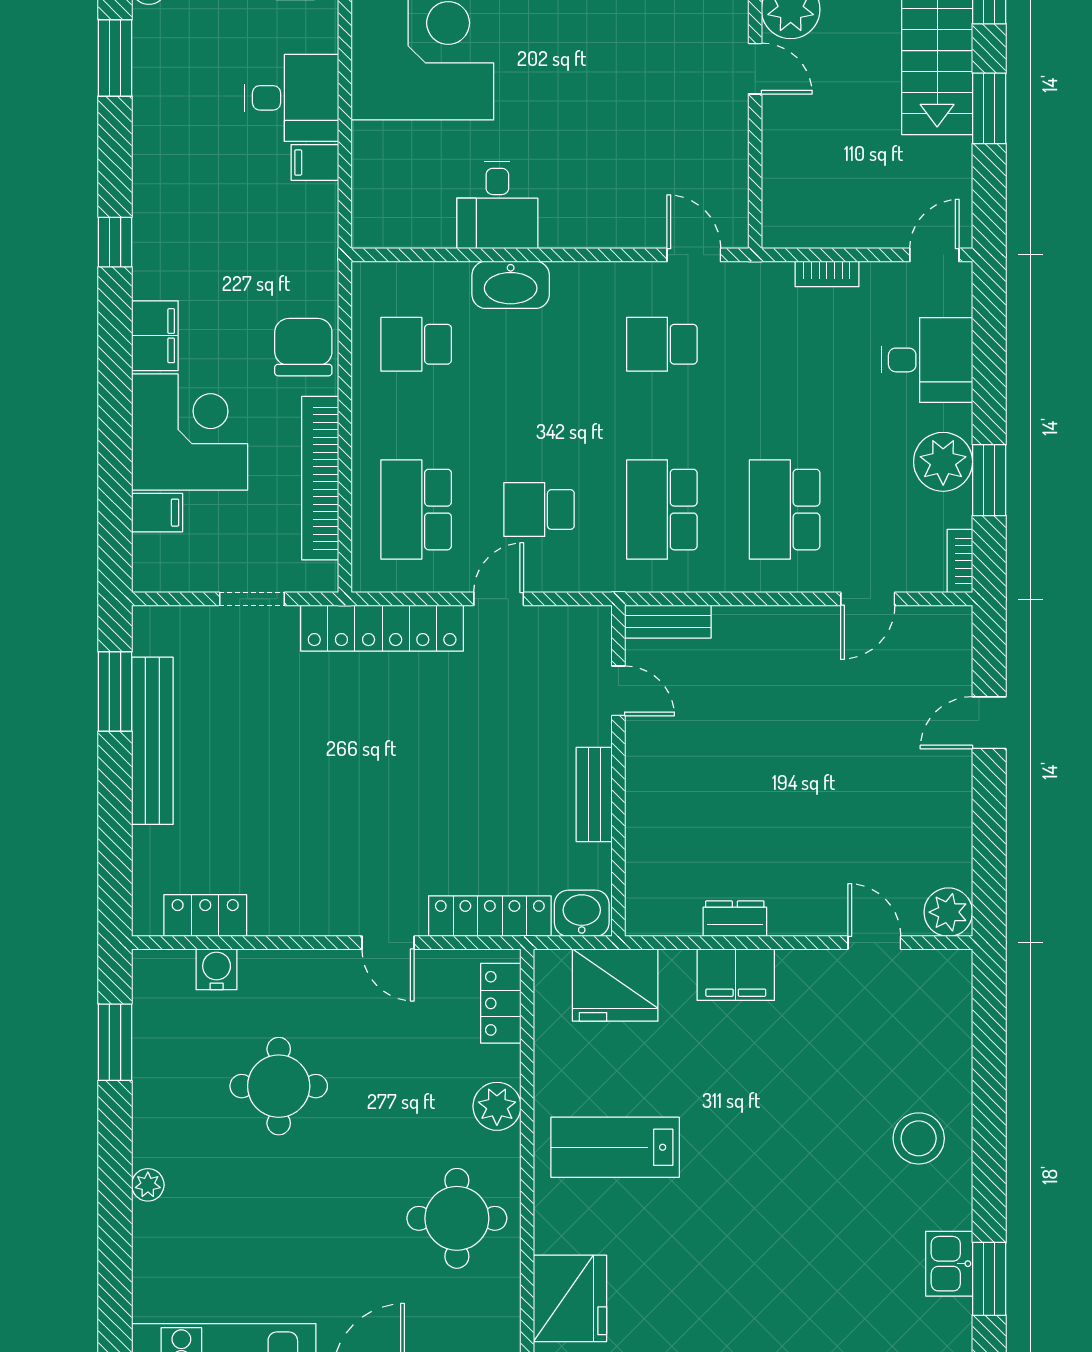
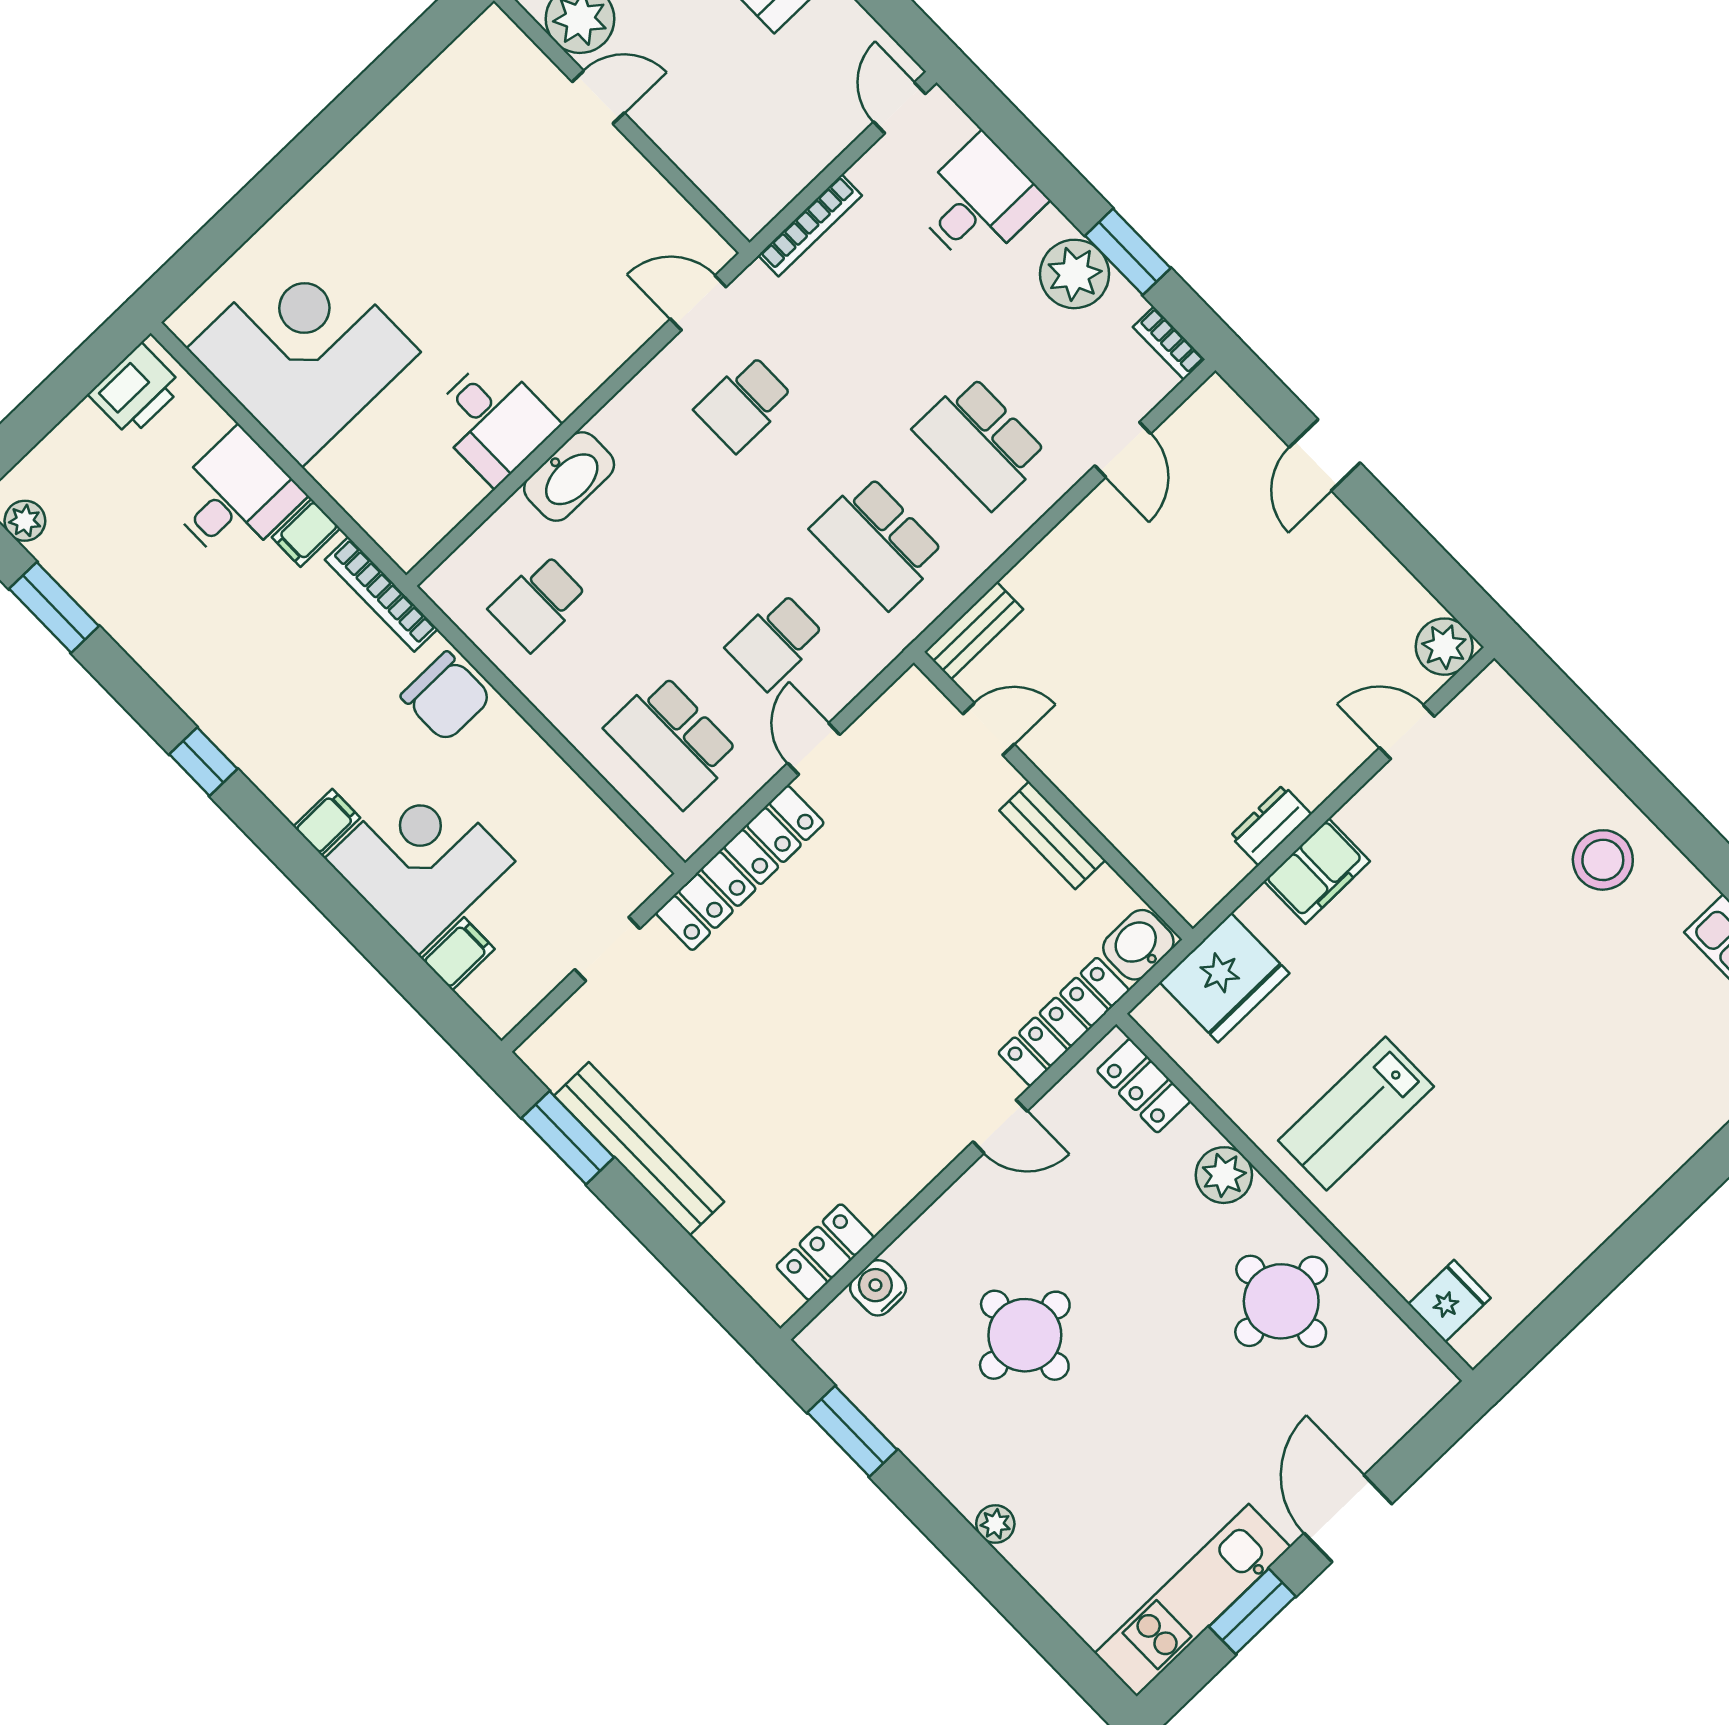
bookcase: (827, 274) -> (810, 225), width x1.56
filing cabinet: (155, 336) -> (327, 822), width x0.50
chair: (303, 347) -> (446, 697), turned 180
bookcase: (320, 478) -> (381, 594), moved, width x0.68, depth x0.76
fridge: (570, 1298) -> (1449, 1301), width x0.53, depth x0.75

